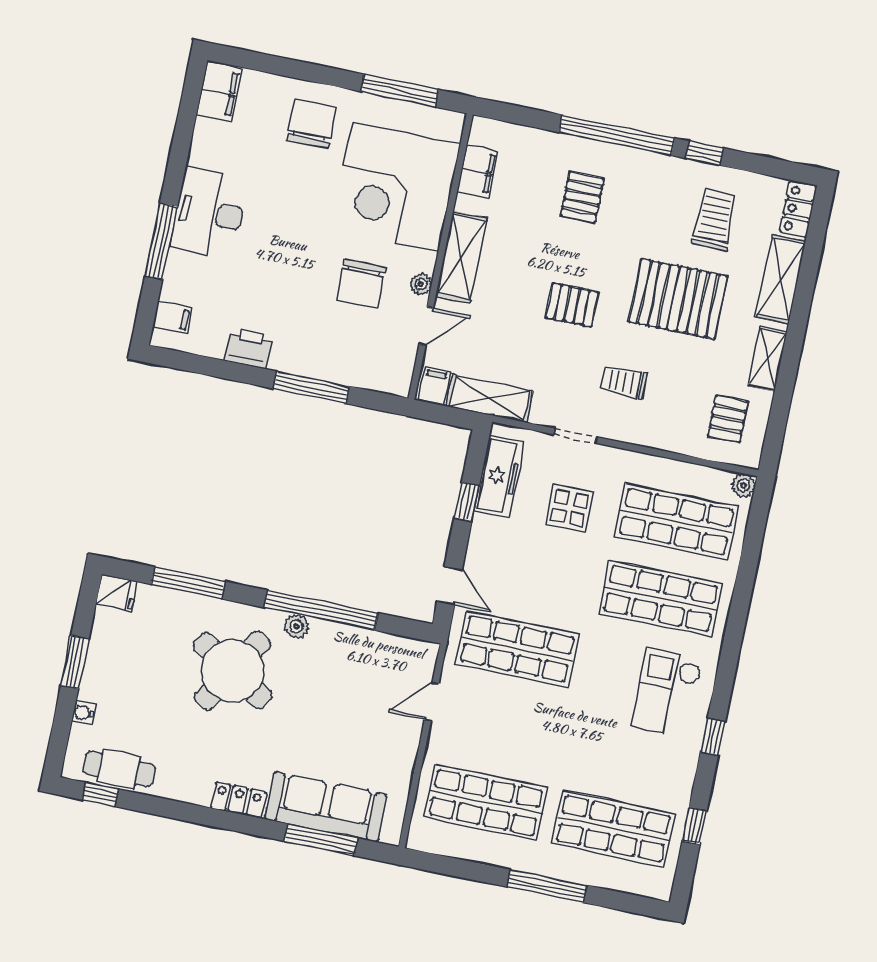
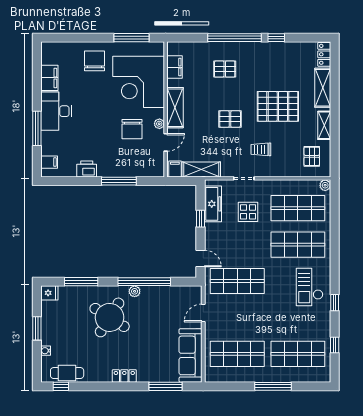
filing cabinet: (219, 92) -> (49, 78), moved
pallet: (582, 197) -> (225, 69), turned 90
trolley: (714, 220) -> (287, 67), removed
sofa: (326, 807) -> (190, 355), moved, turned -90

